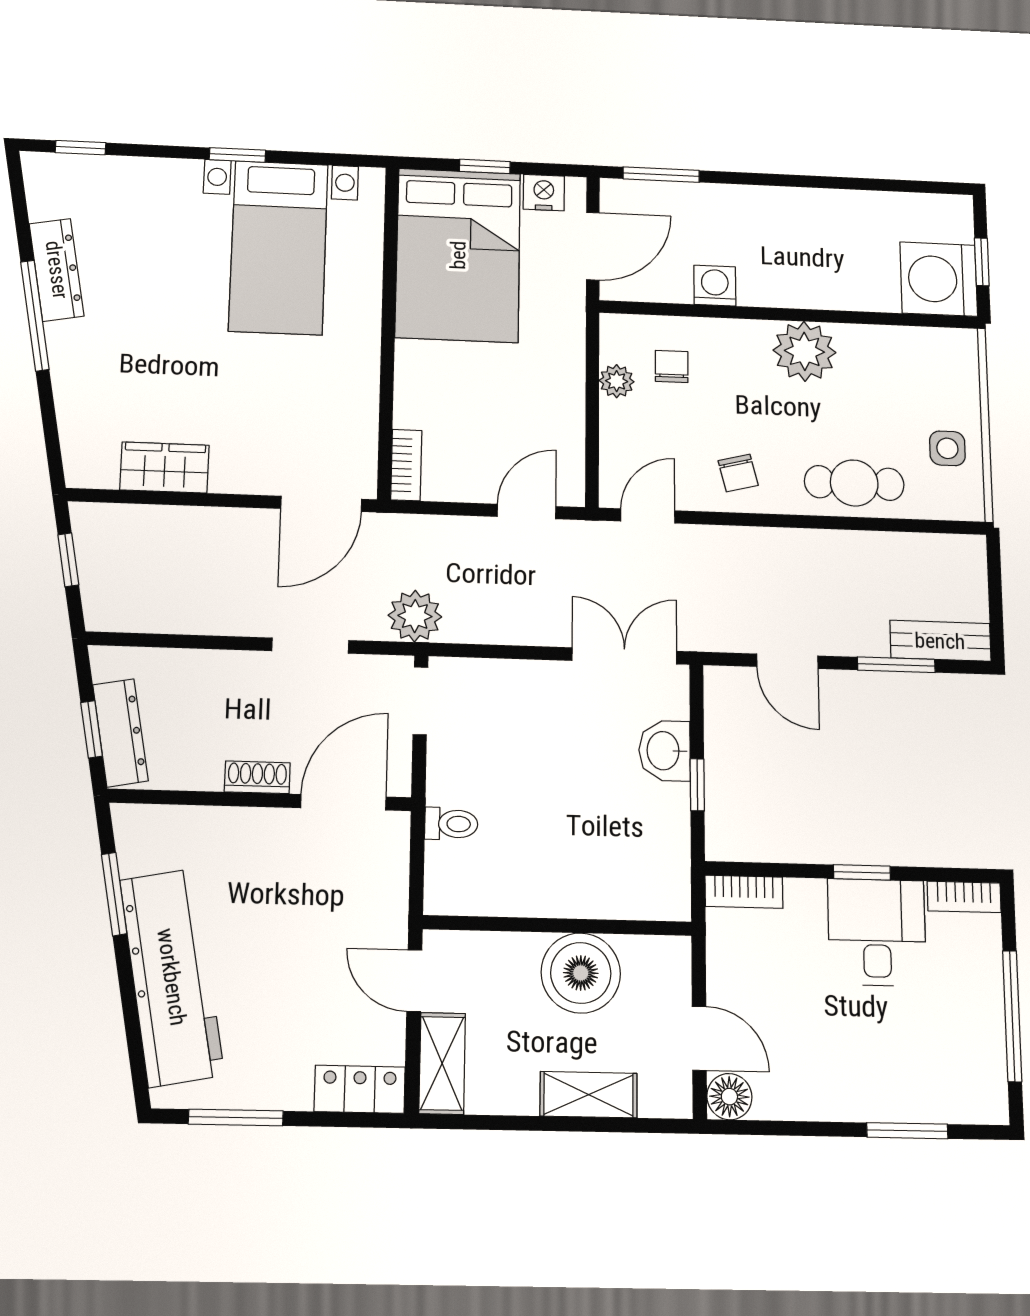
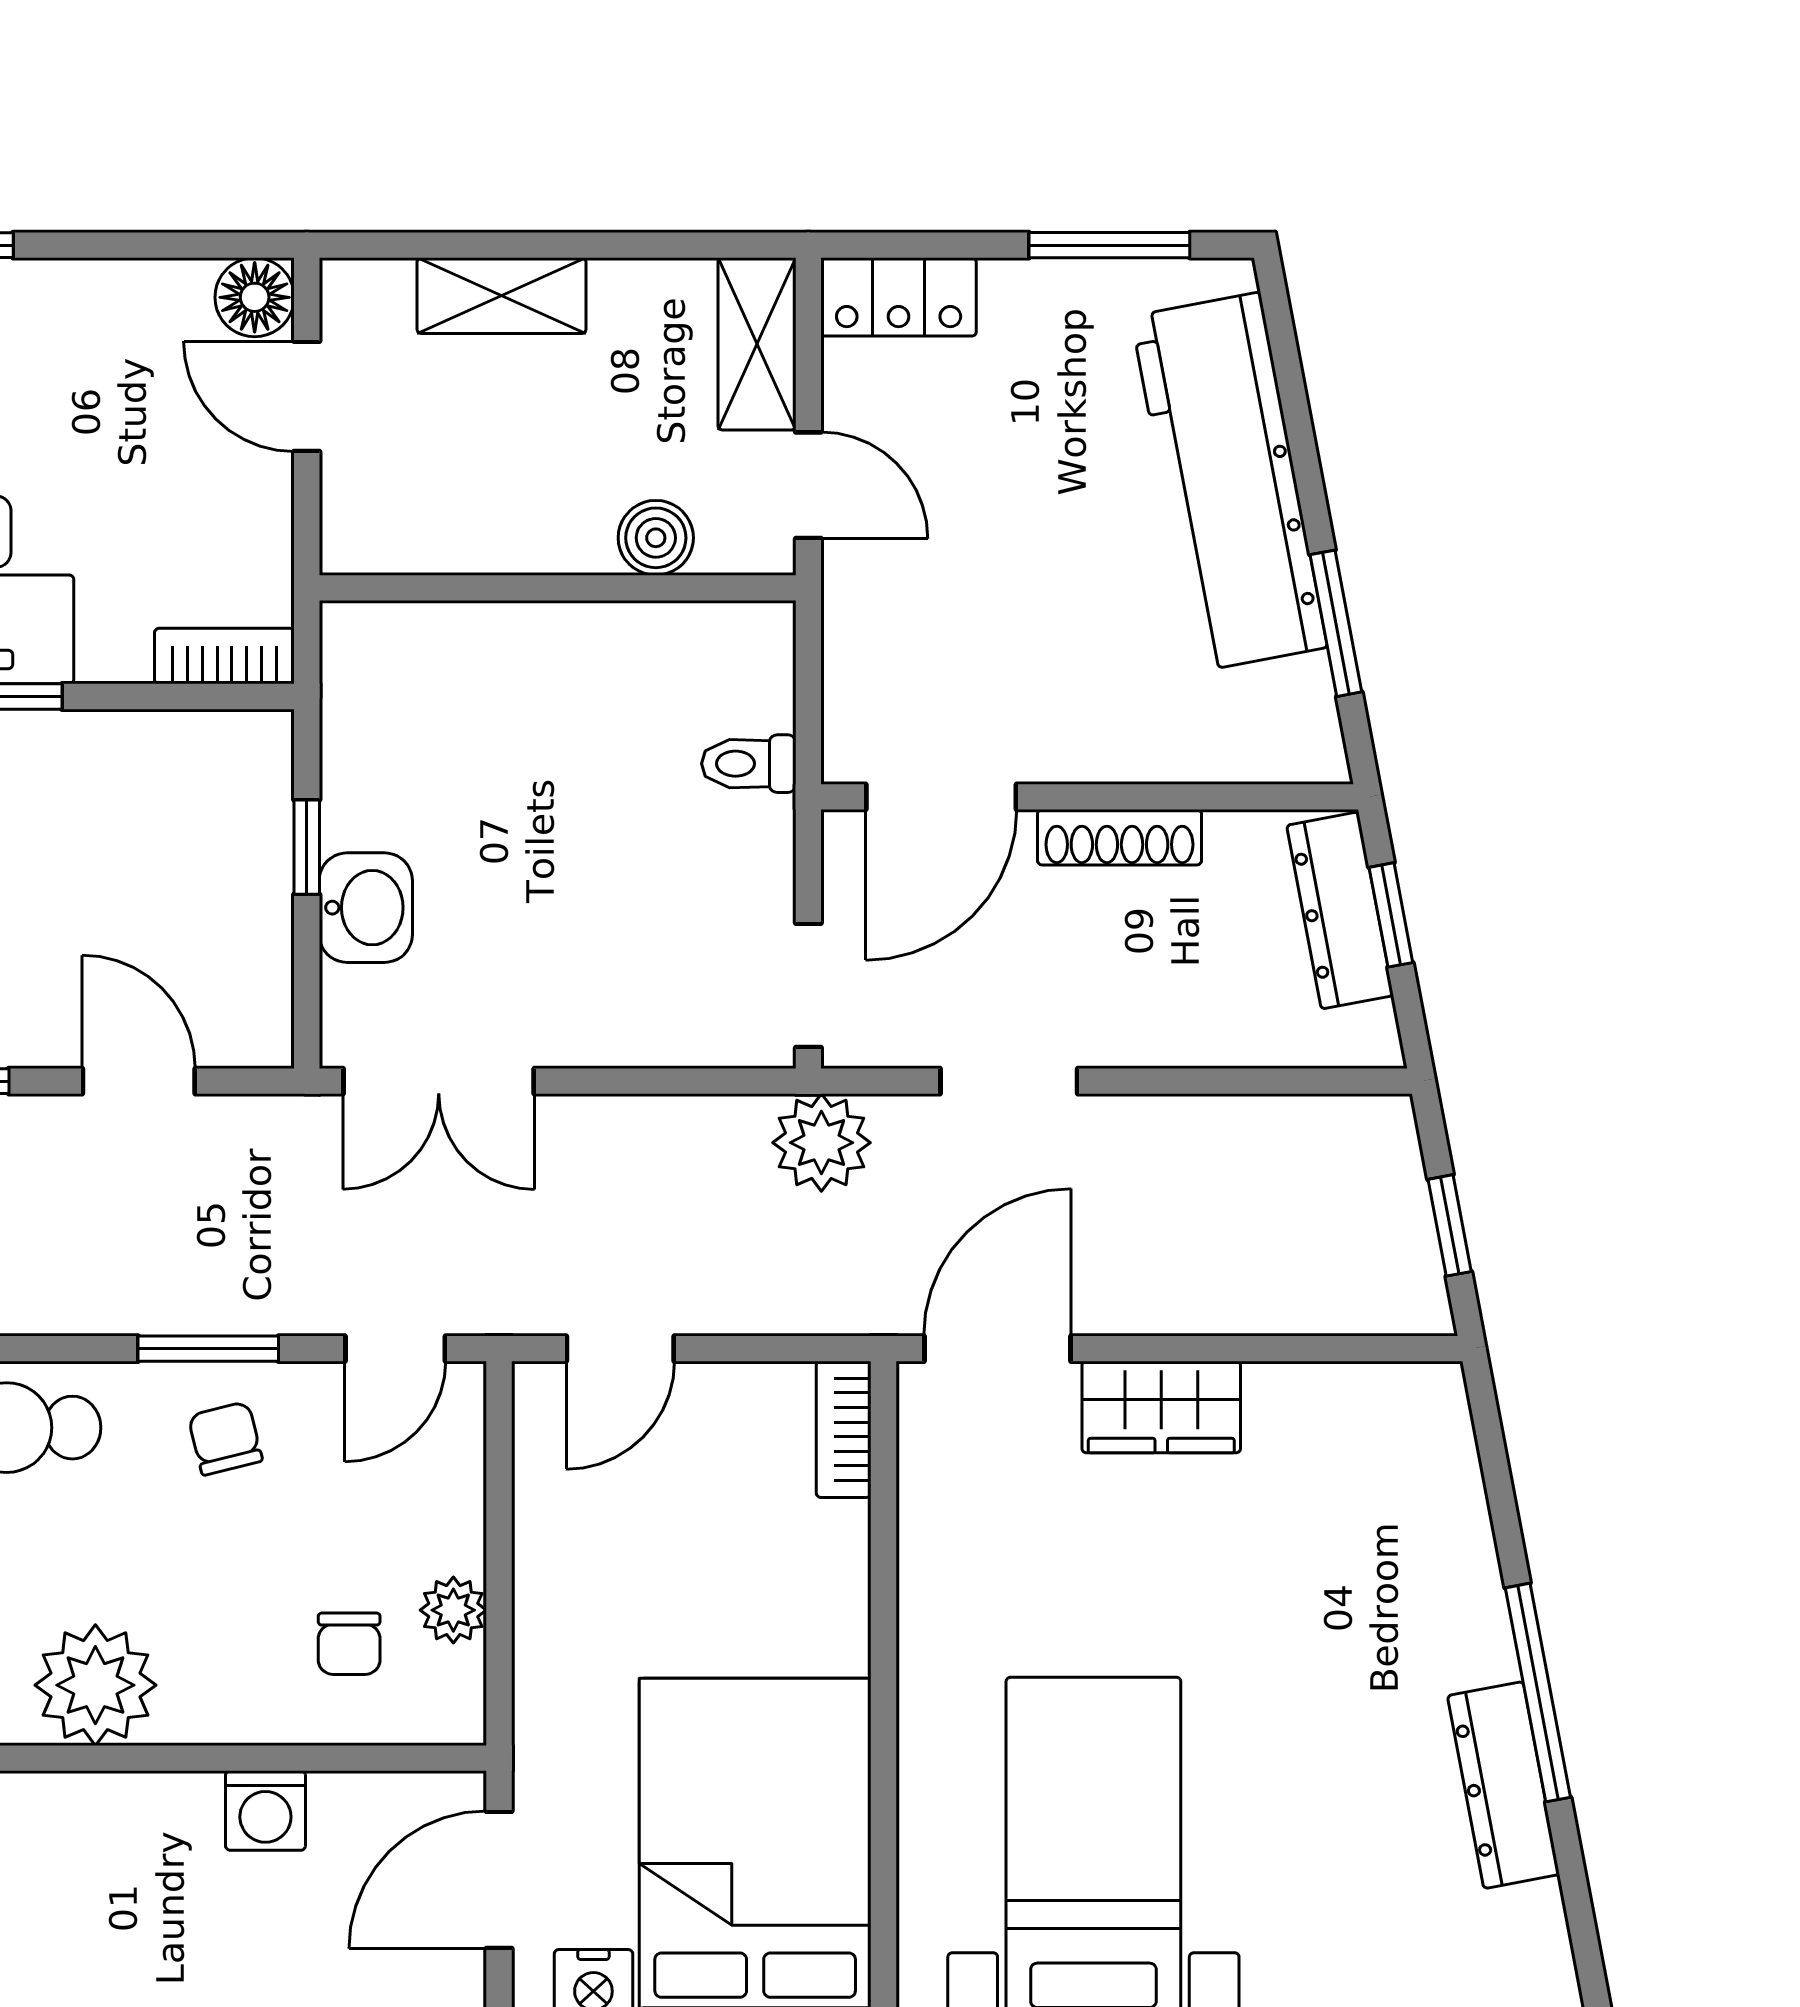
wardrobe: (164, 467) -> (1161, 1407), moved
window: (748, 520) -> (208, 1349), added
shoe rack: (257, 777) -> (1119, 837), width x1.43
boiler: (581, 973) -> (656, 538), moved, width x0.54, depth x0.54

